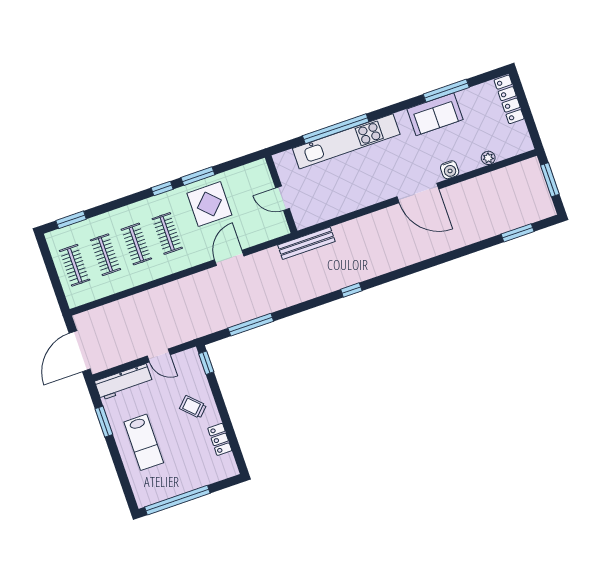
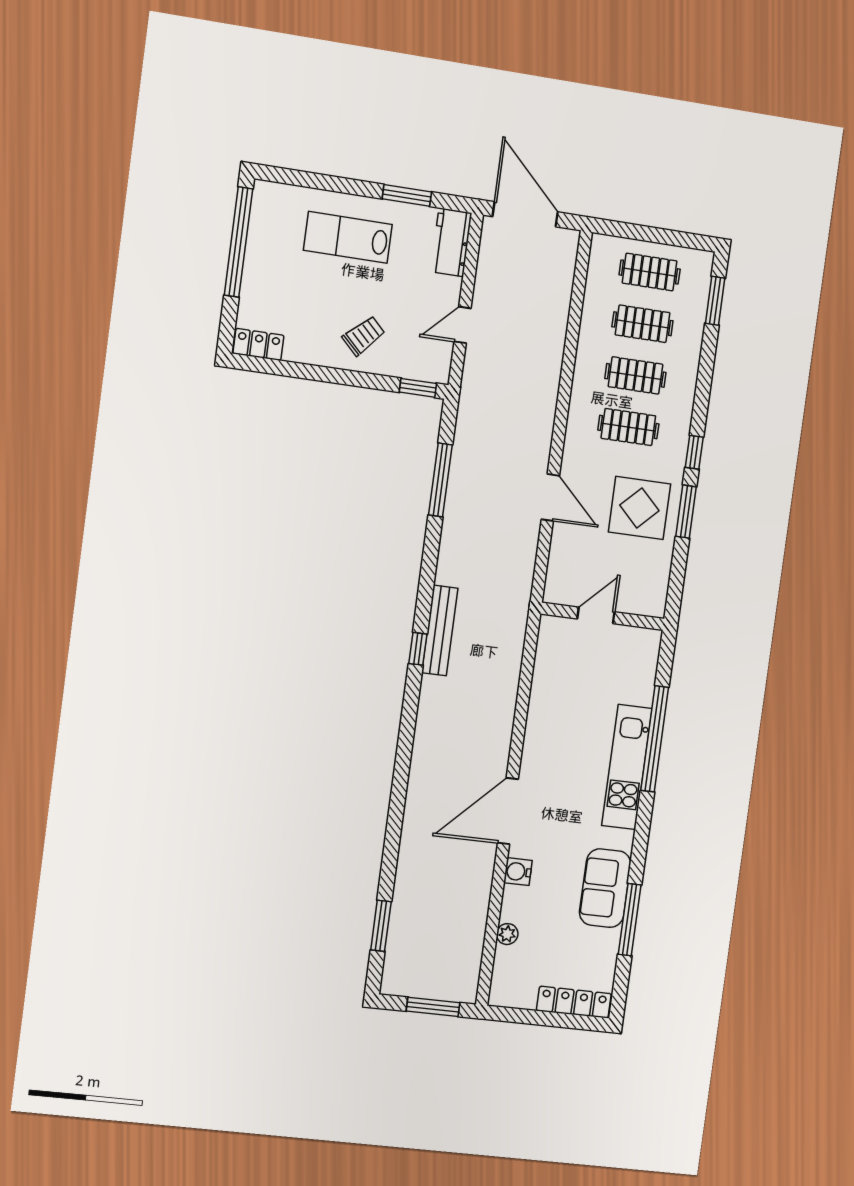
kitchen unit: (346, 141) -> (627, 767), width x0.73
bench: (306, 243) -> (440, 630), moved
workbench: (124, 382) -> (451, 242), width x0.73
locker: (220, 439) -> (258, 344), moved

